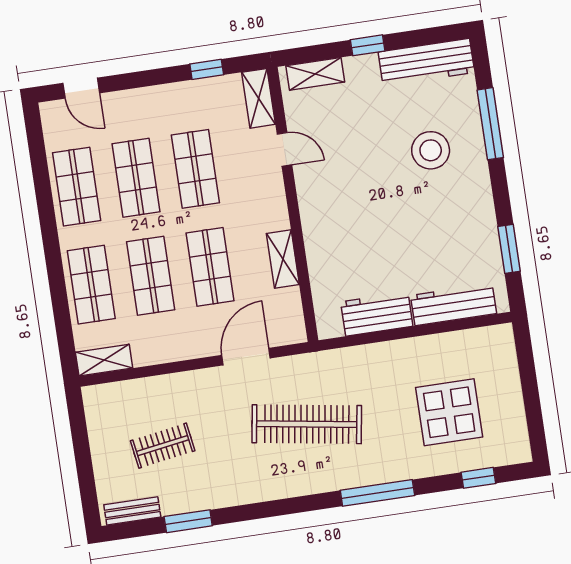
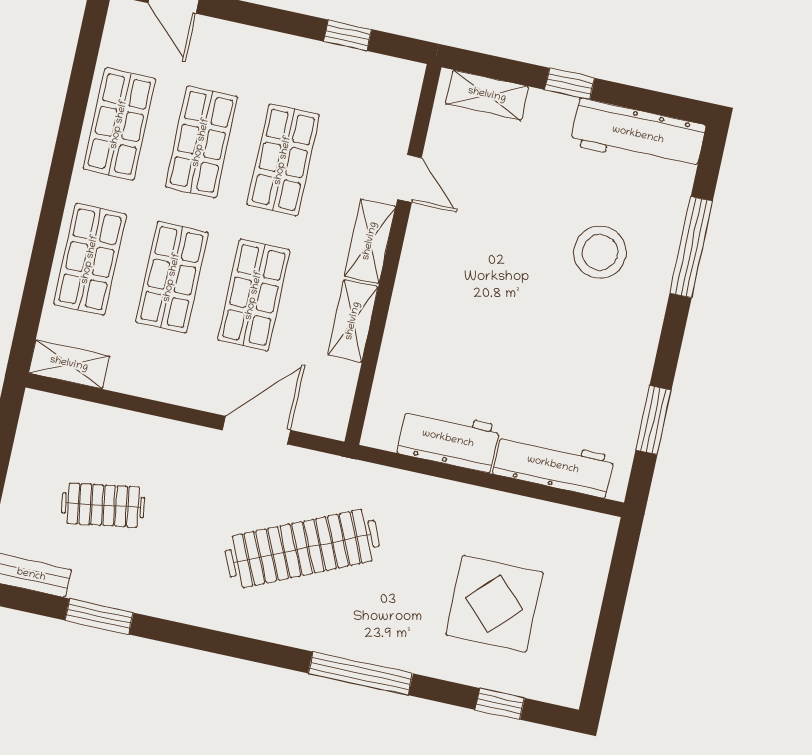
shelving: (259, 98) -> (370, 241), moved
clothes rail: (307, 424) -> (302, 549), turned -33

